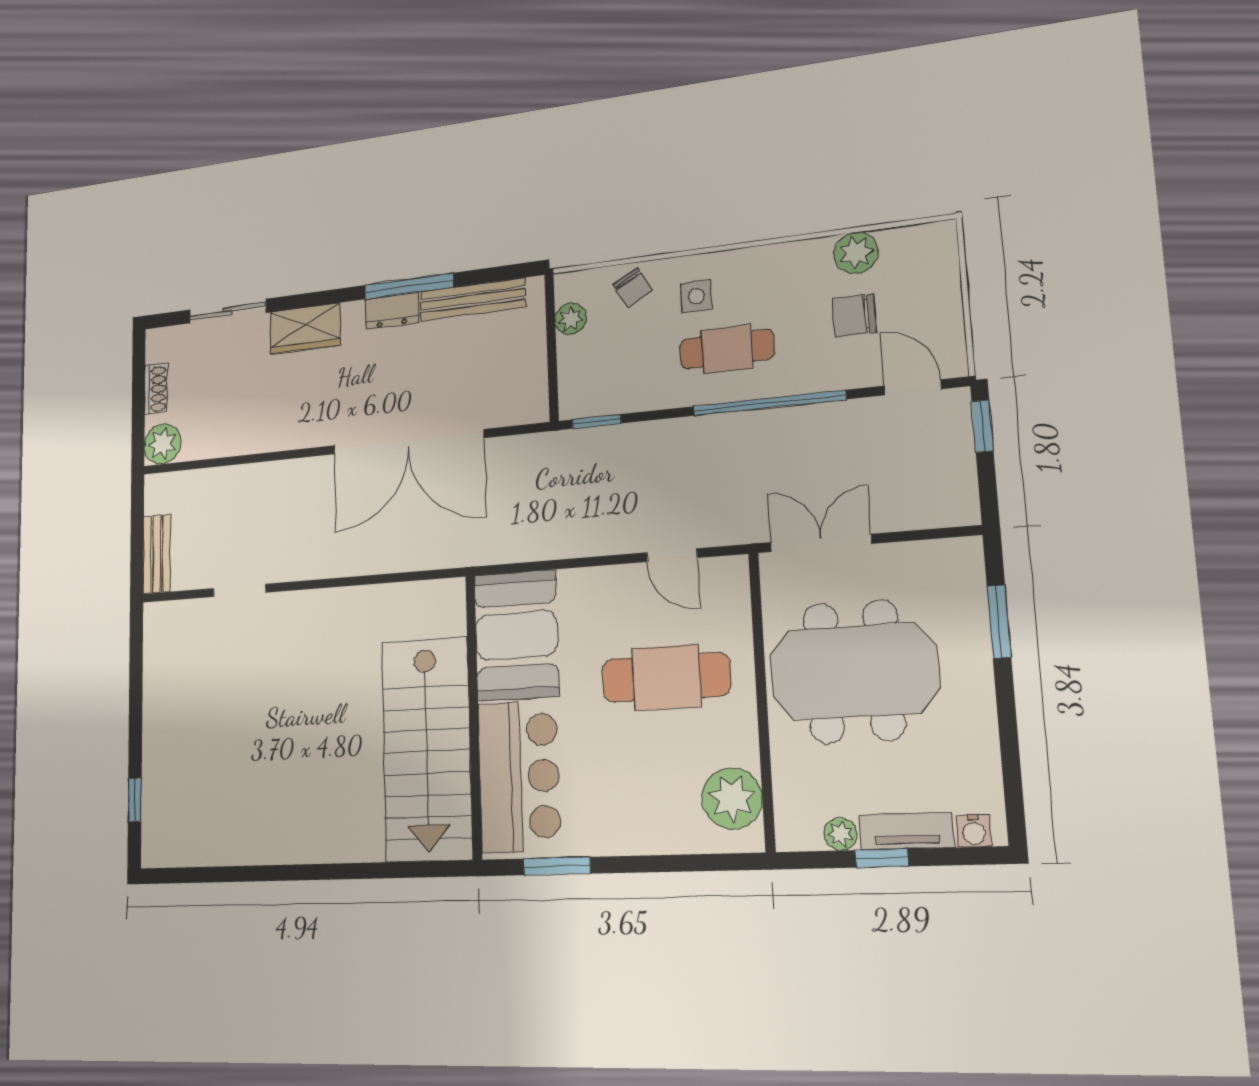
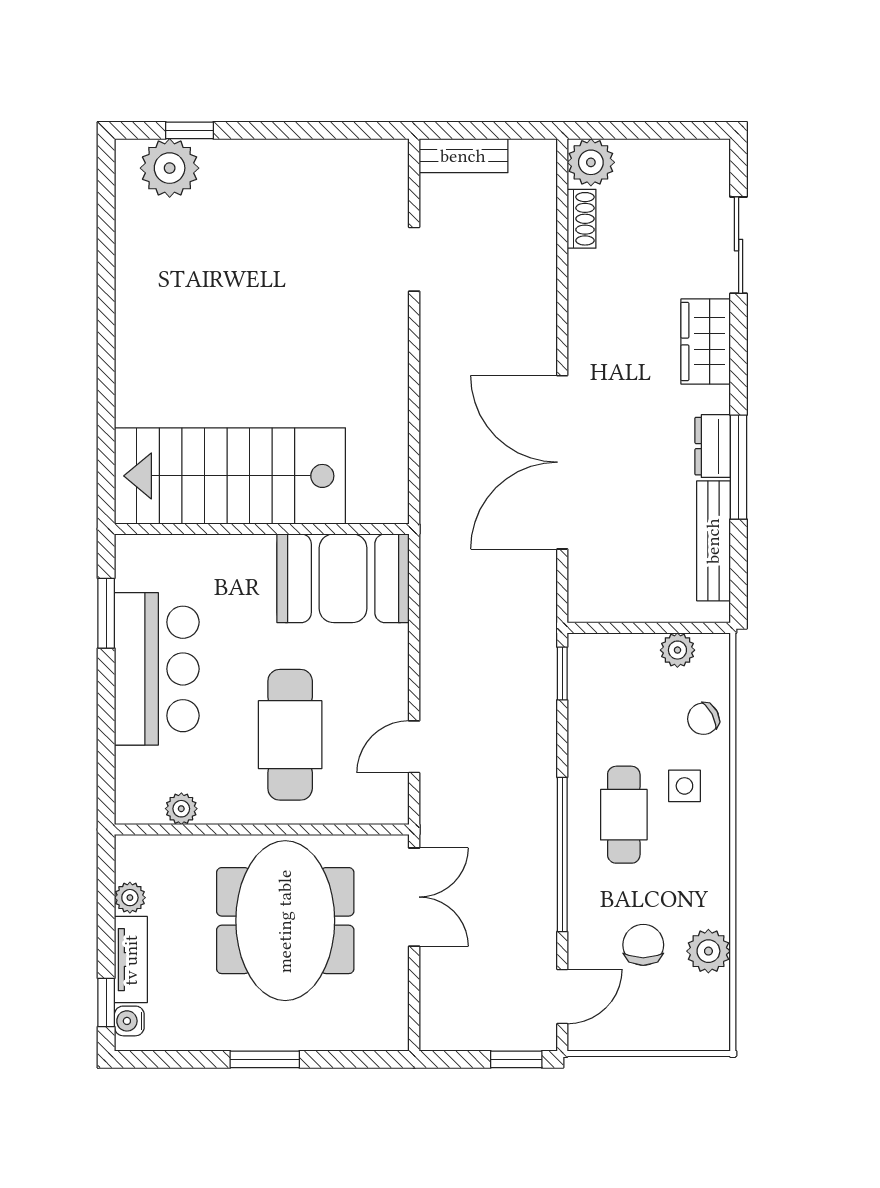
shoe rack: (156, 389) -> (582, 219), moved, turned -90
window: (999, 622) -> (265, 1059), moved
bar counter: (519, 776) -> (157, 669), moved, turned -90
plant: (732, 798) -> (181, 809), width x0.53, depth x0.53
plant: (165, 817) -> (170, 168), added
window: (882, 858) -> (106, 1003), moved

